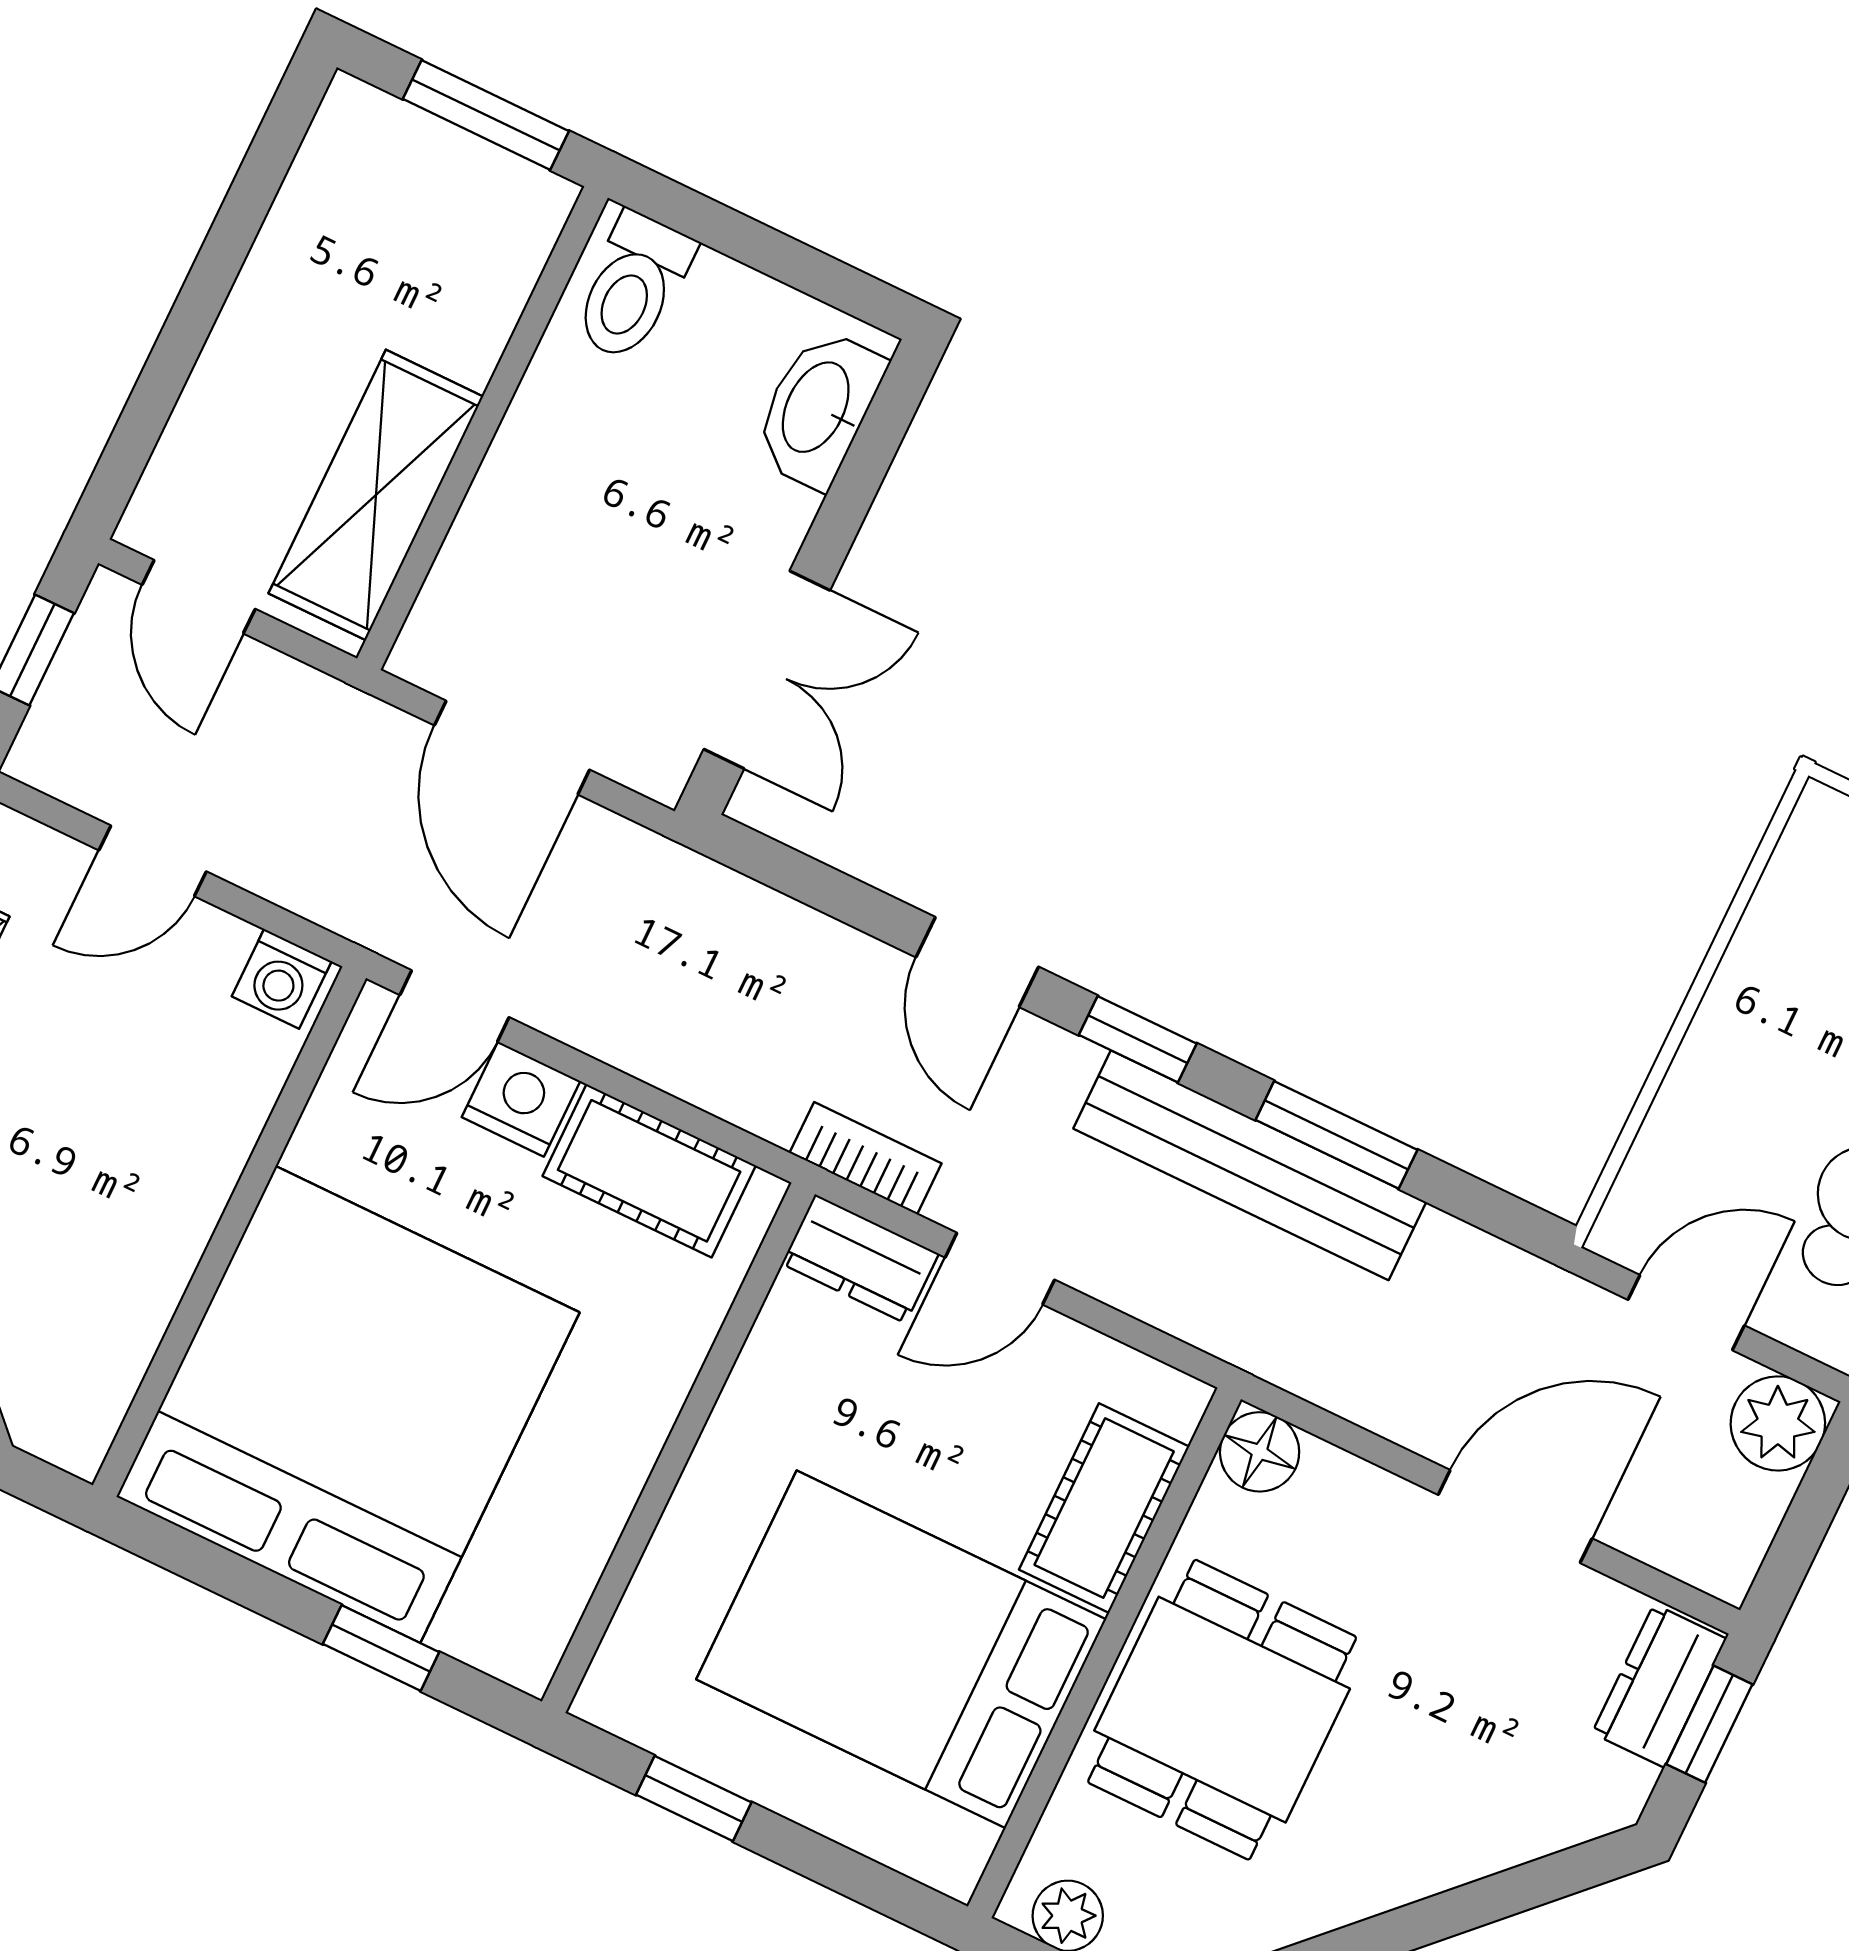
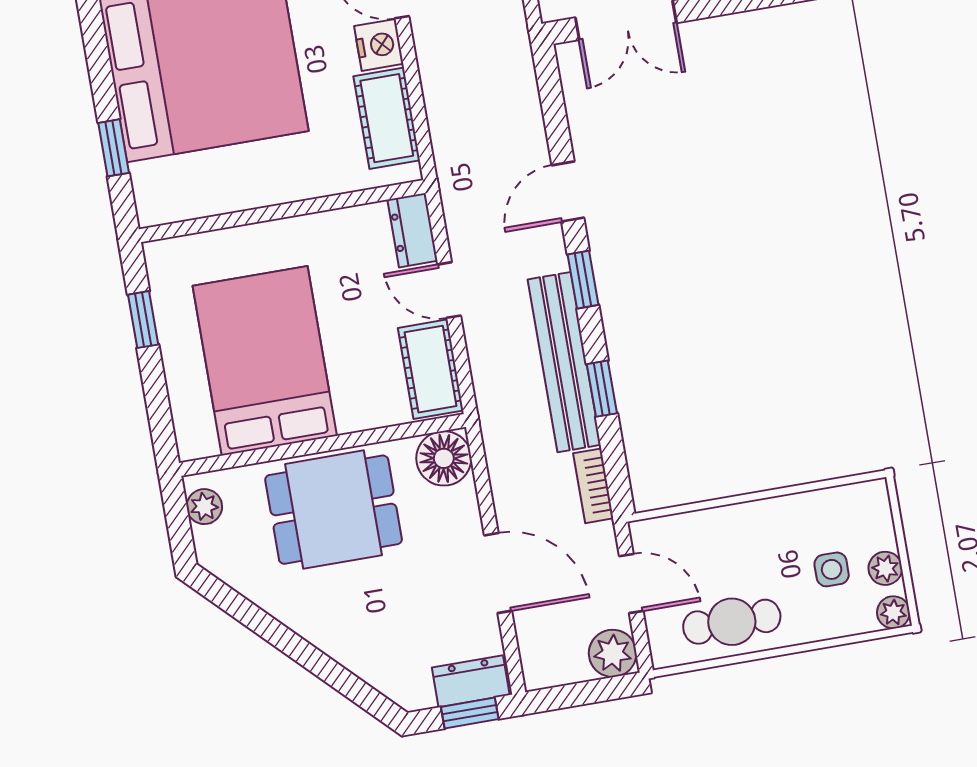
window: (1336, 1135) -> (602, 389), width x0.67
bookcase: (866, 1158) -> (593, 486), moved, turned 180
floor lamp: (1260, 1452) -> (444, 458), width x1.38, depth x1.38
cot: (1104, 1508) -> (431, 369), moved, turned 90

